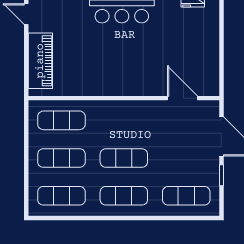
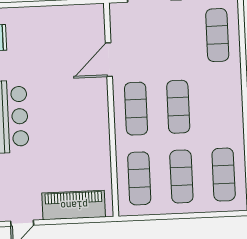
door: (183, 98) -> (109, 60), moved
exercise mat: (124, 196) -> (136, 109), moved

